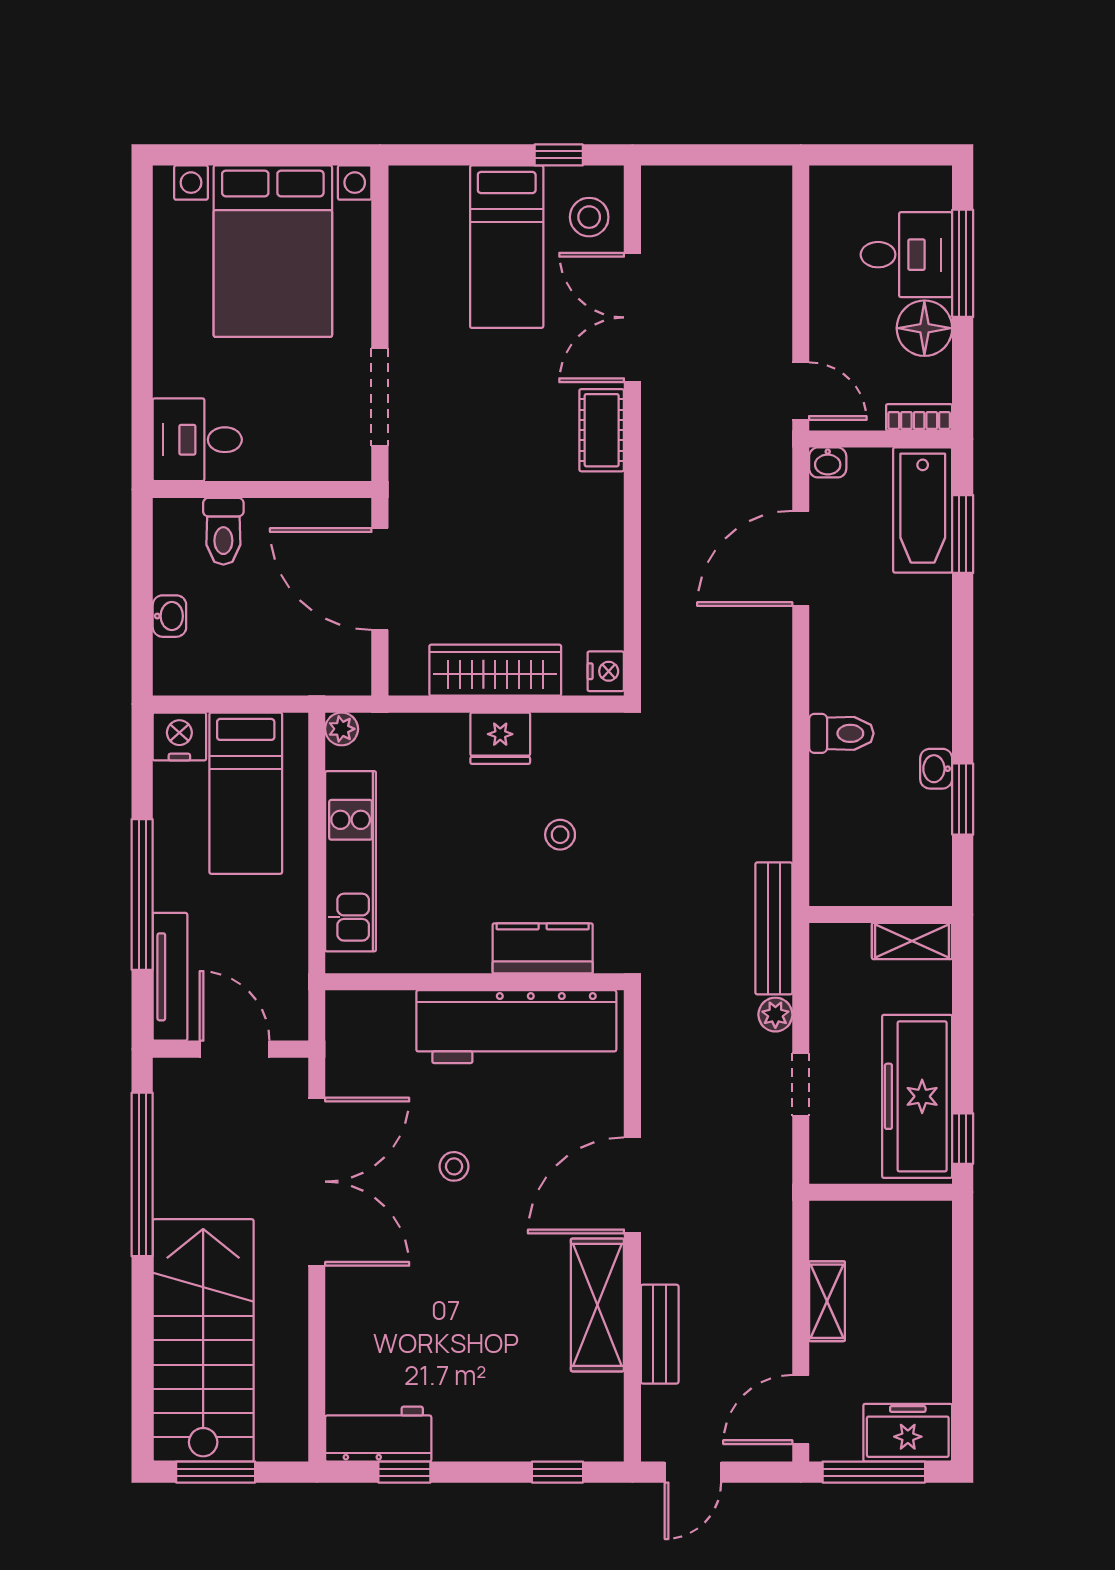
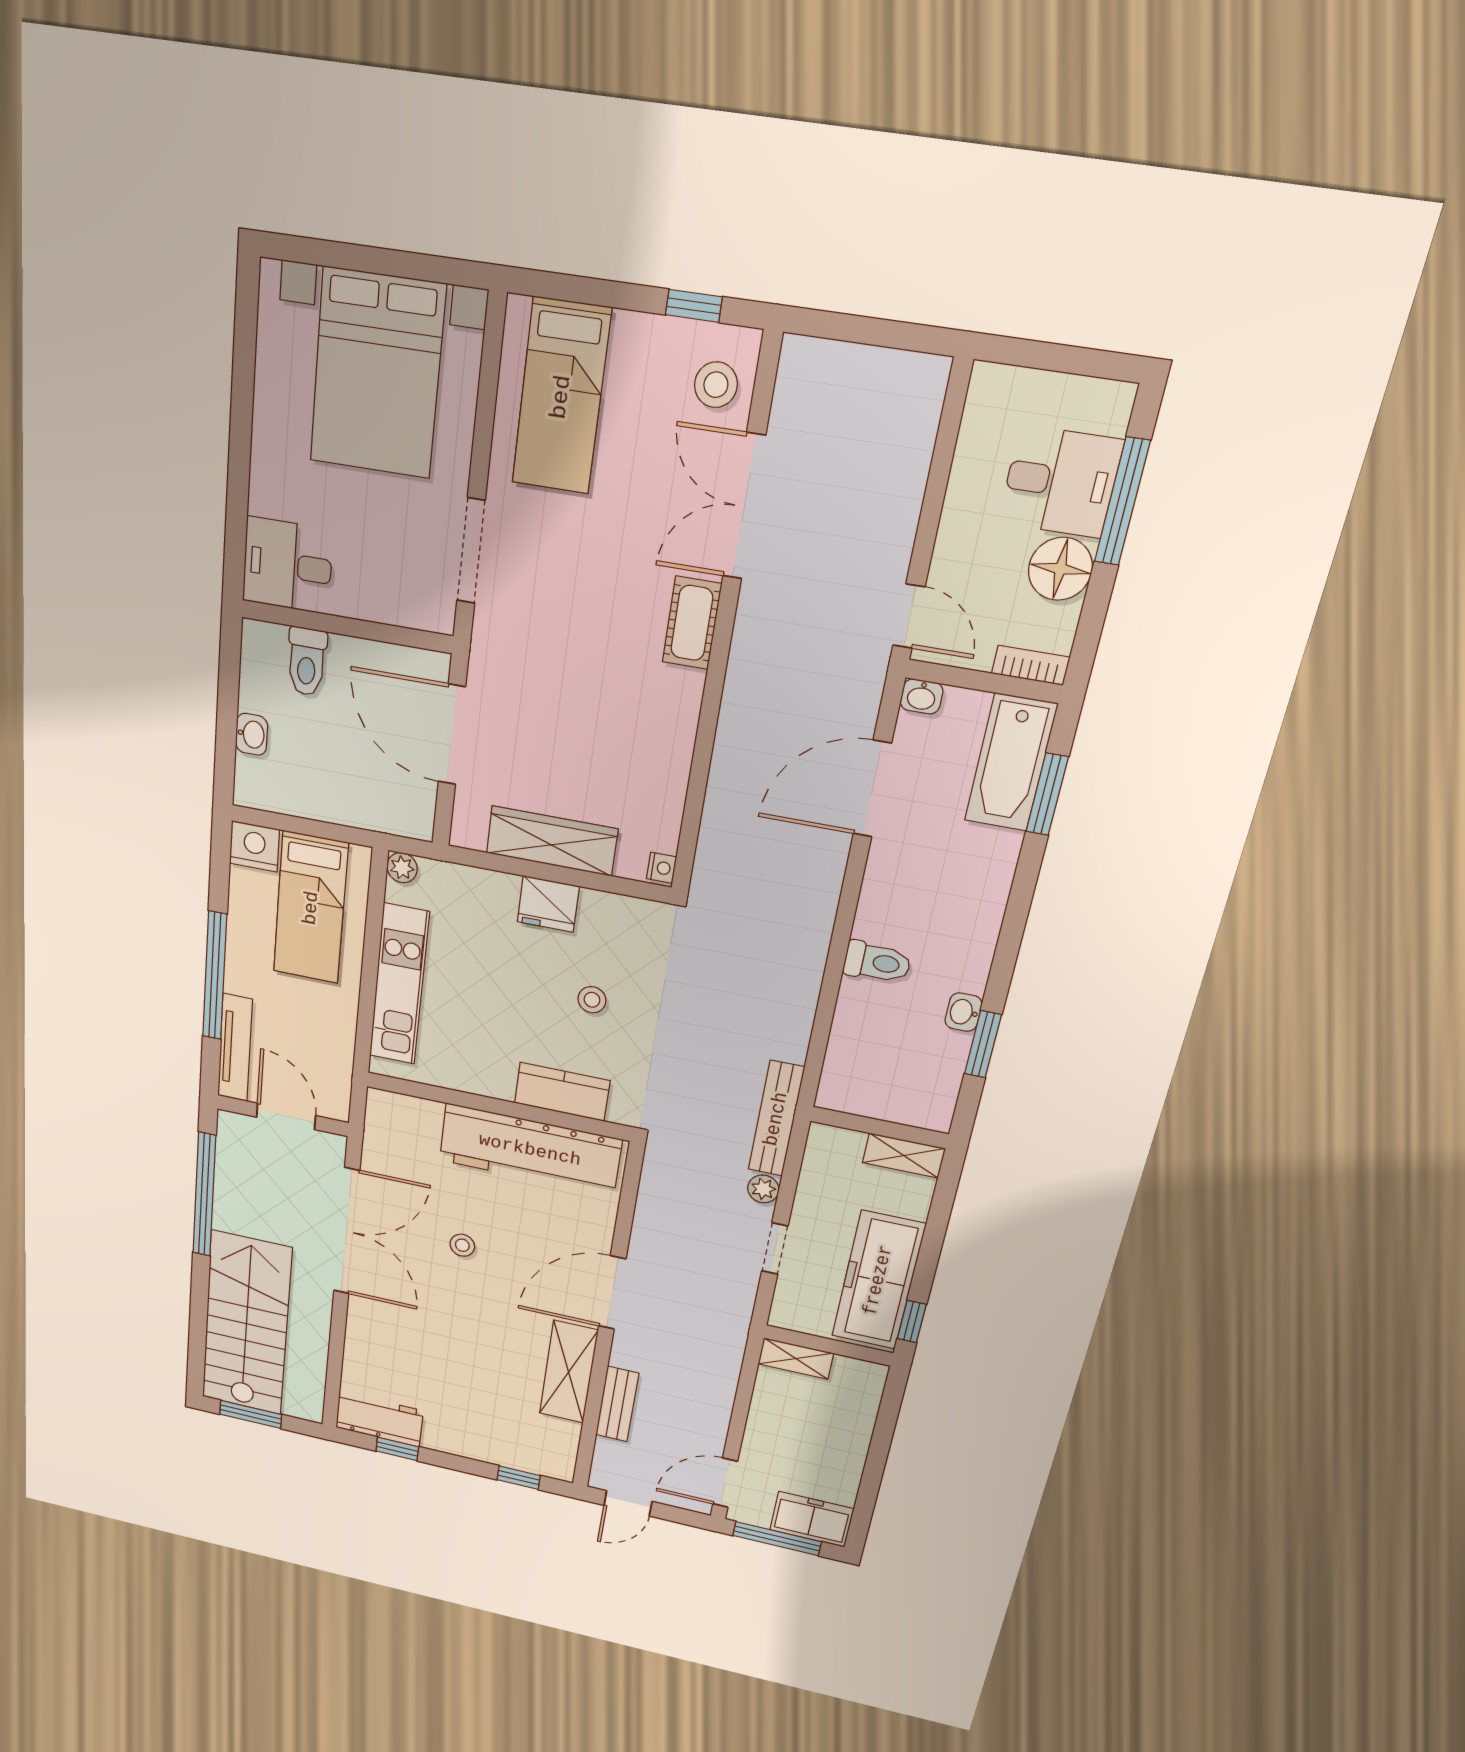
bed: (507, 247) -> (561, 397), moved
nightstand: (606, 671) -> (662, 868), width x0.72, depth x0.74
shelving: (827, 1301) -> (796, 1359), moved, turned 90

